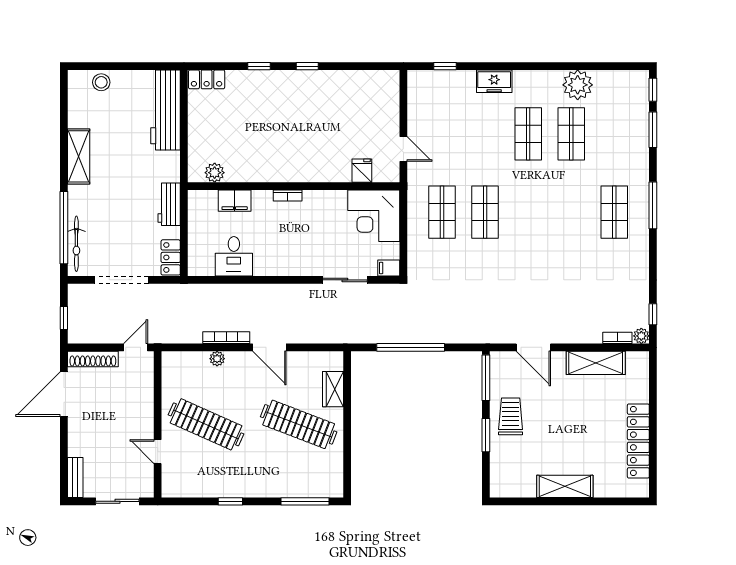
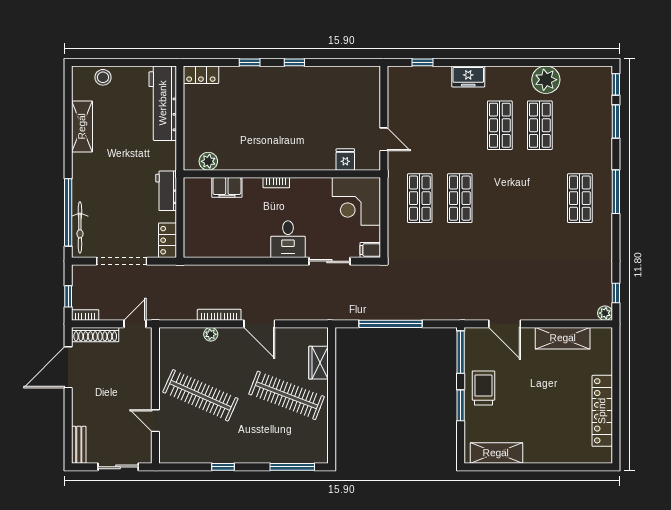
shelving: (79, 156) -> (82, 126), moved
desk: (234, 256) -> (288, 239), moved
bookcase: (617, 338) -> (85, 315), moved
shelving: (565, 486) -> (496, 453), moved

